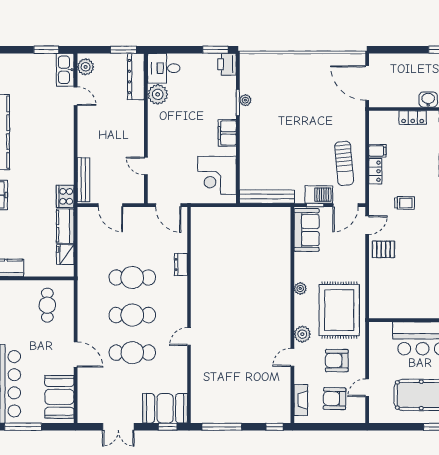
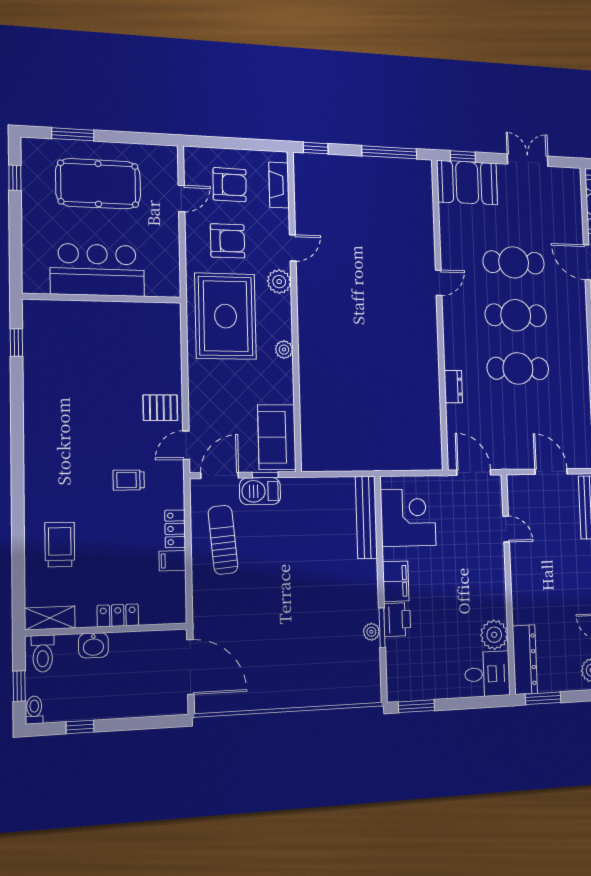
printer: (227, 64) -> (397, 620), moved
bench: (267, 197) -> (366, 517), moved, turned 90

